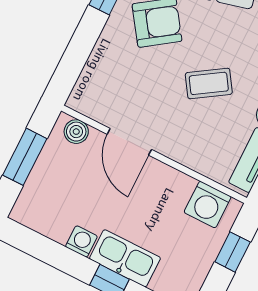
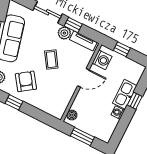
door: (129, 142) -> (83, 78), moved

